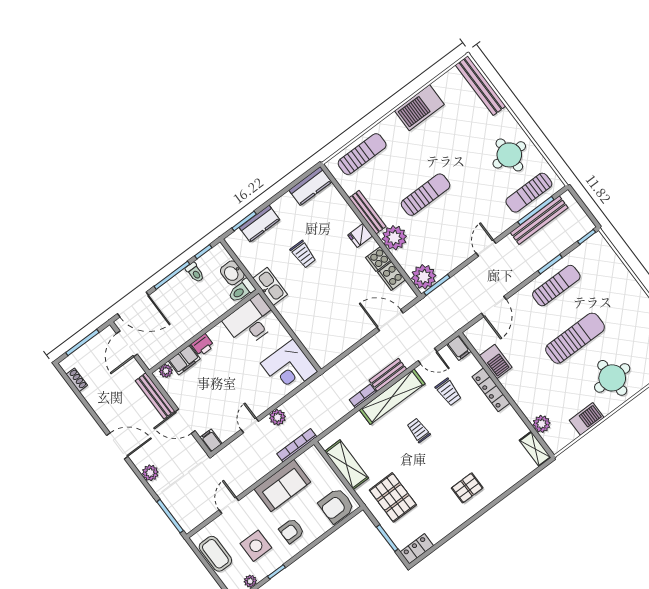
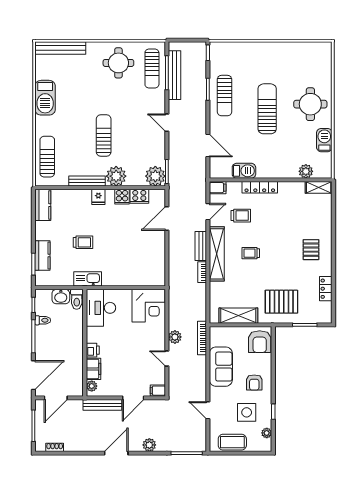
sun lounger: (556, 286) -> (224, 96), turned 180
door: (127, 344) -> (56, 398), hinge flipped
locker: (417, 549) -> (326, 289), moved

